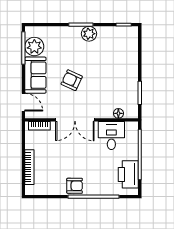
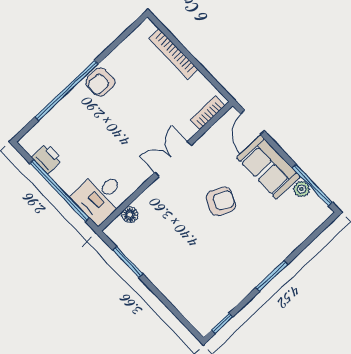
plant: (89, 34) -> (252, 274), removed
plant: (34, 47) -> (302, 189), width x0.53, depth x0.53
door: (23, 102) -> (252, 122), hinge flipped
double door: (75, 120) -> (173, 159), width x0.73
desk: (111, 136) -> (100, 196), moved, turned 90
printer: (128, 174) -> (47, 158), width x0.53, depth x0.68

